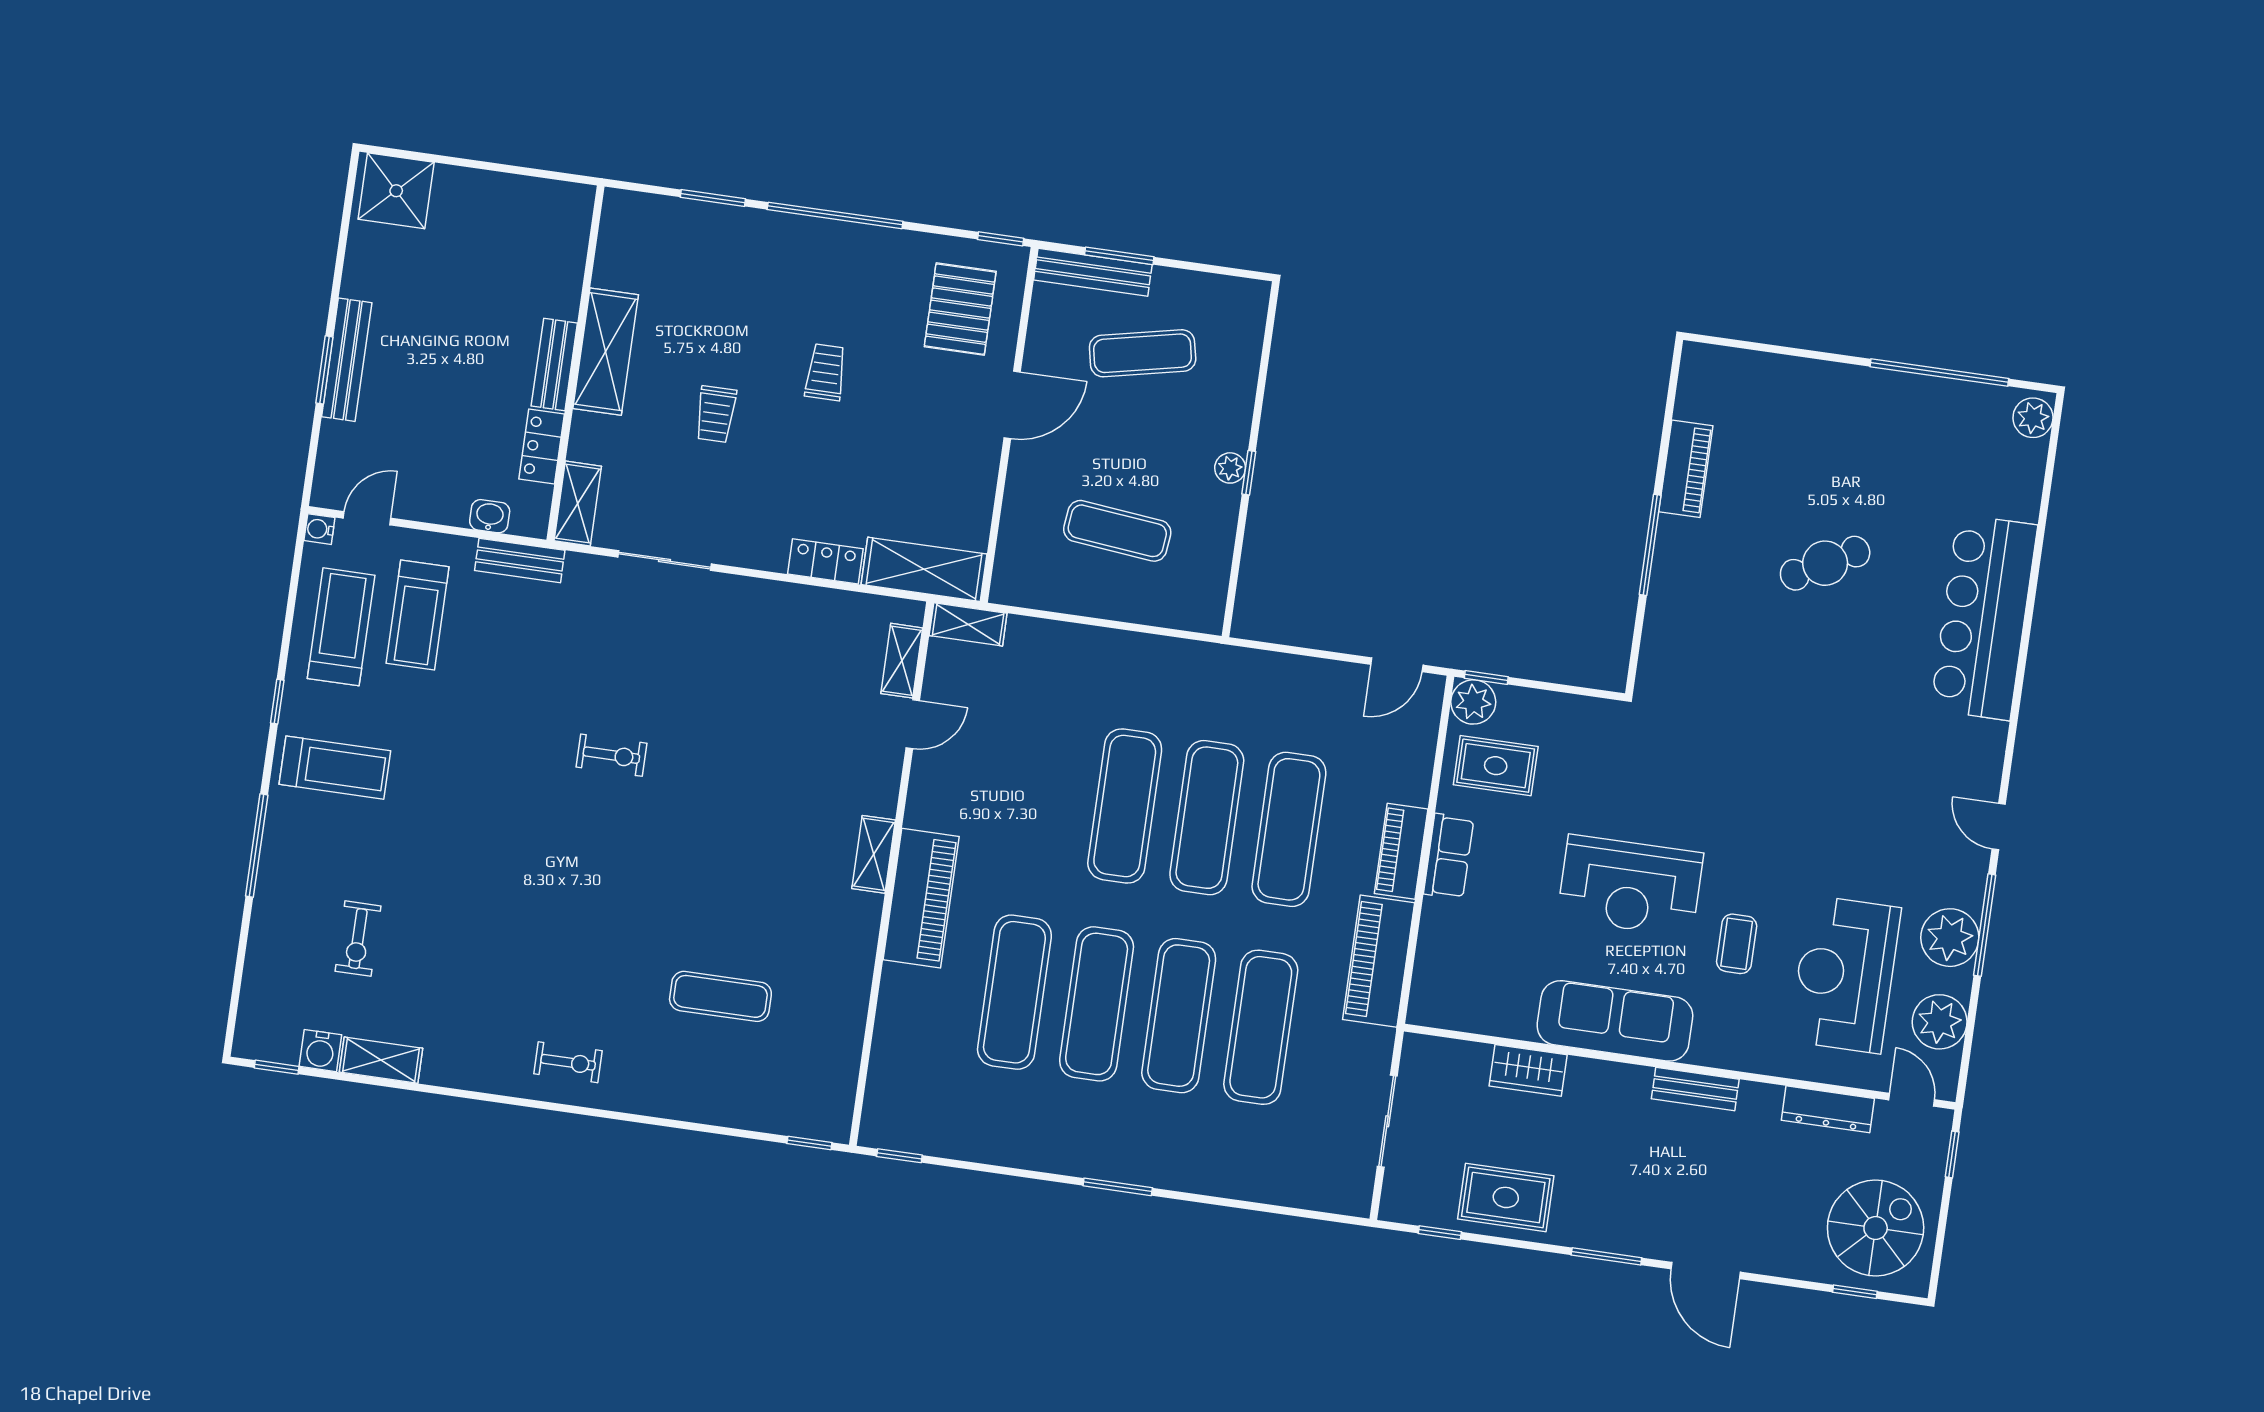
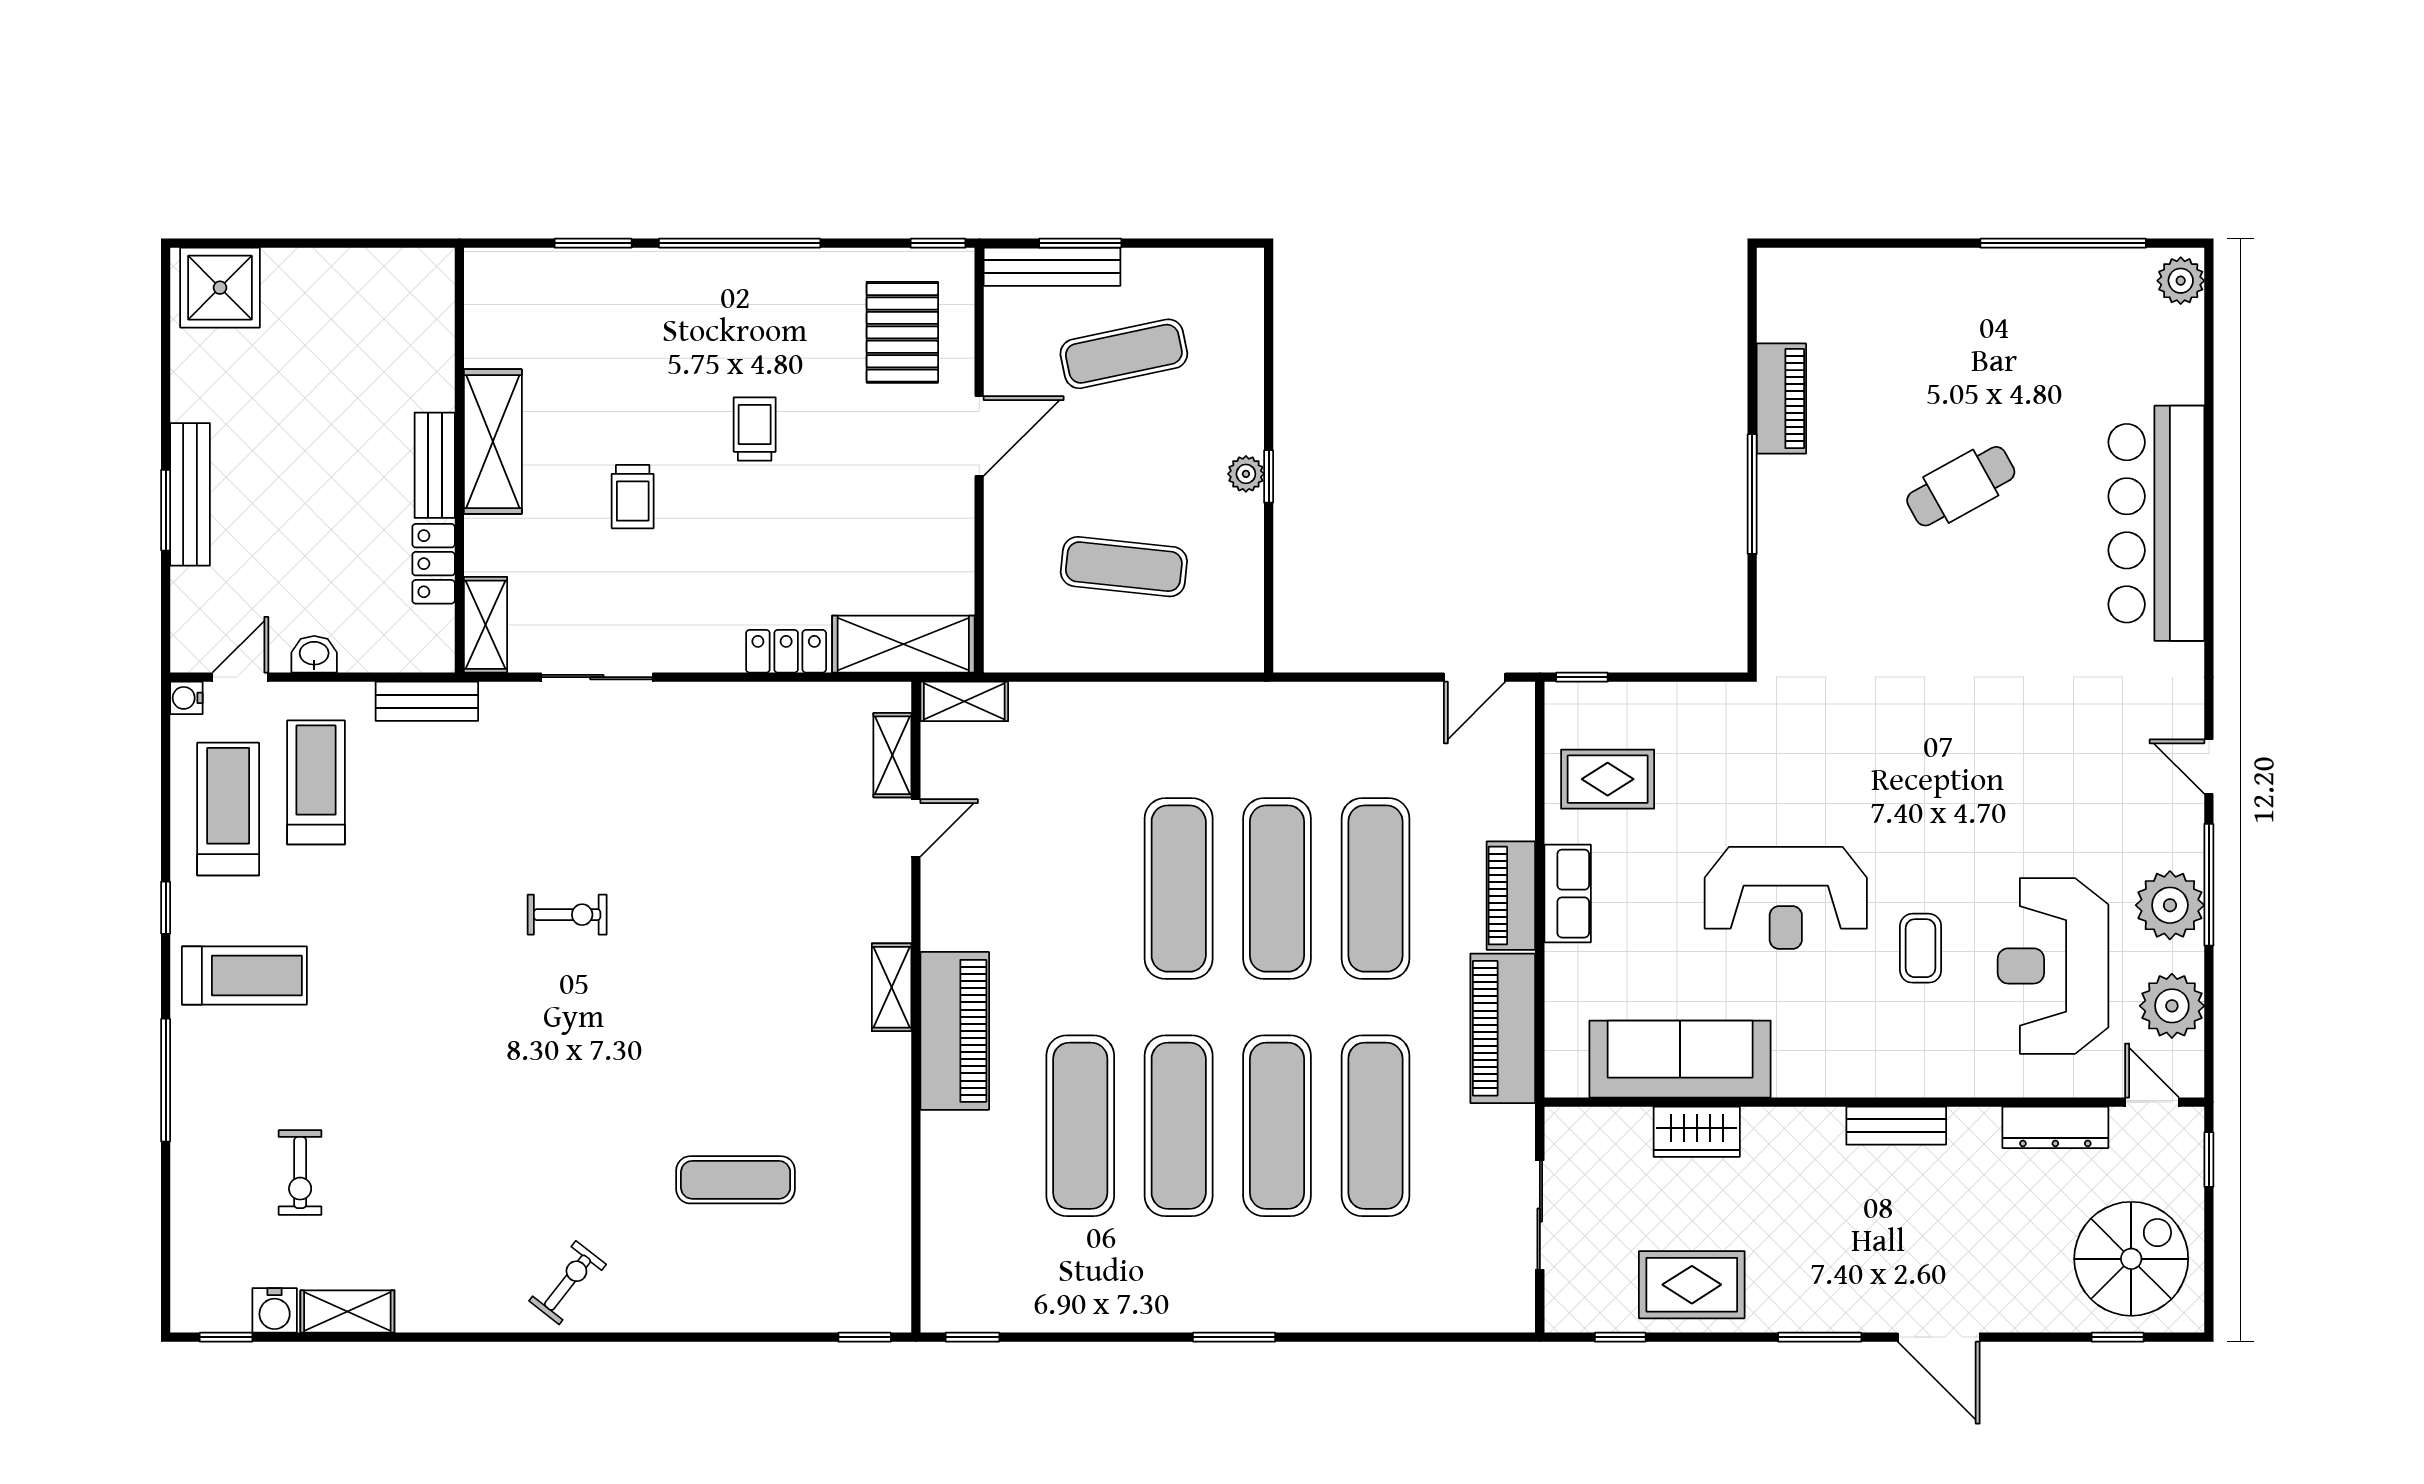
washbasin: (490, 516) -> (314, 654), moved
treadmill: (418, 615) -> (316, 782), turned 180
plant: (1473, 702) -> (1571, 708), removed
sofa: (1615, 1021) -> (1680, 1059), moved
exercise bike: (568, 1062) -> (568, 1283), turned -52

